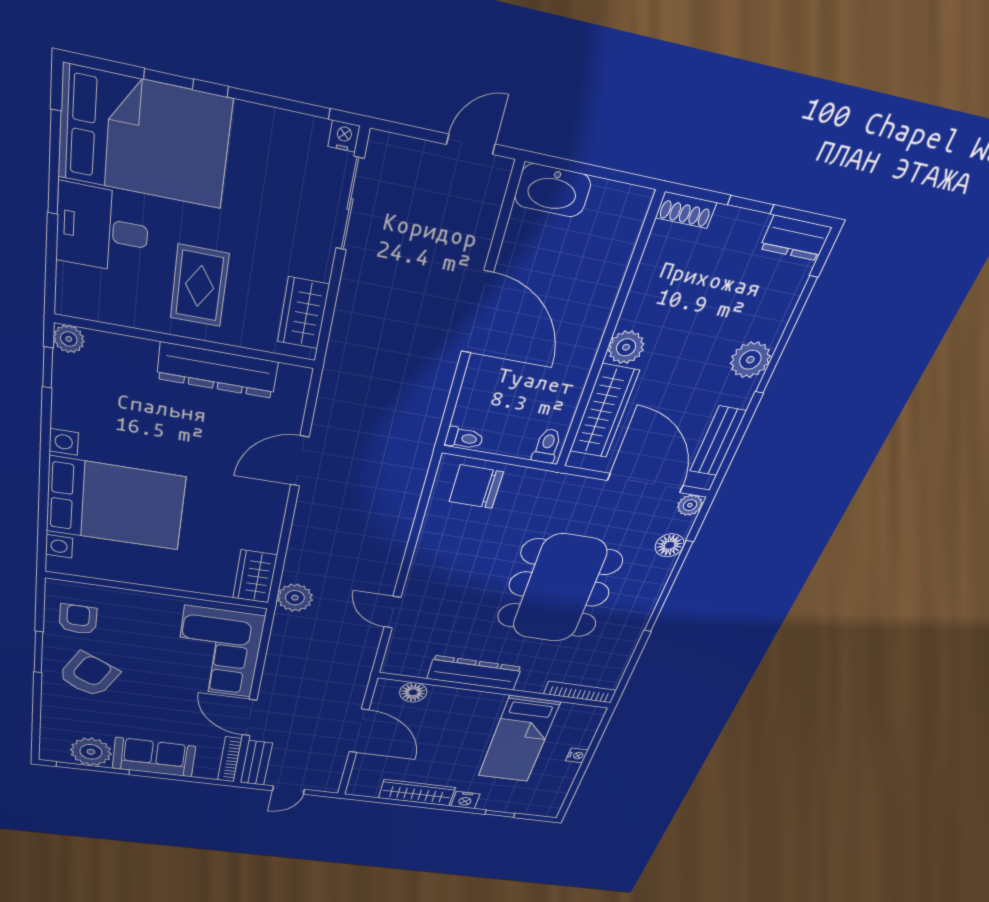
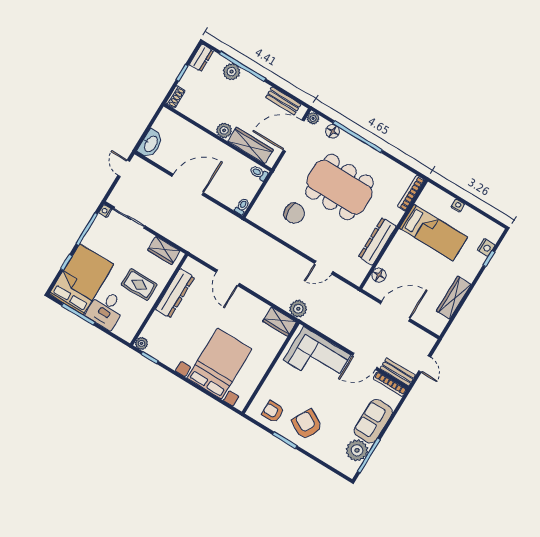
plant: (750, 360) -> (231, 72), moved
chair: (476, 487) -> (294, 213), moved, turned -90
nightstand: (465, 800) -> (486, 248), moved

